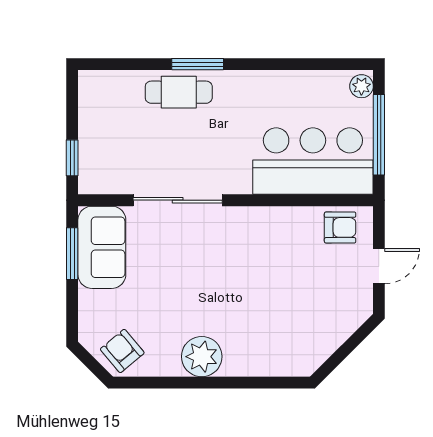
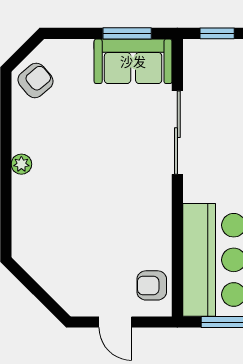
armchair: (340, 227) -> (152, 285), turned 90
plant: (202, 357) -> (21, 164), width x0.53, depth x0.53

